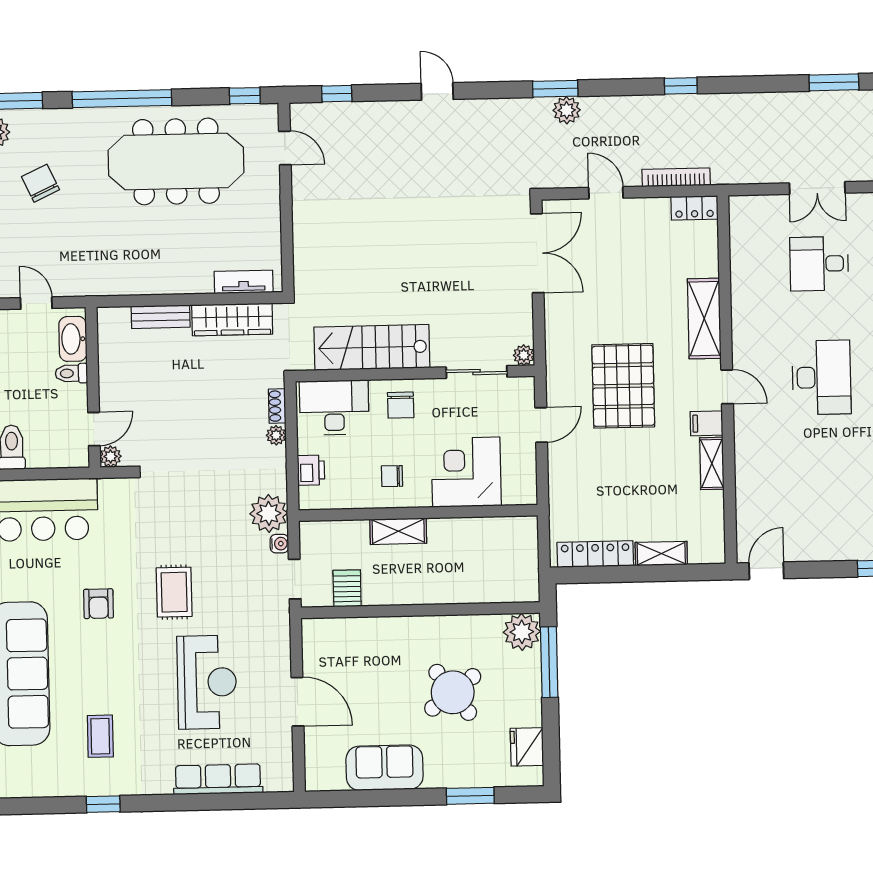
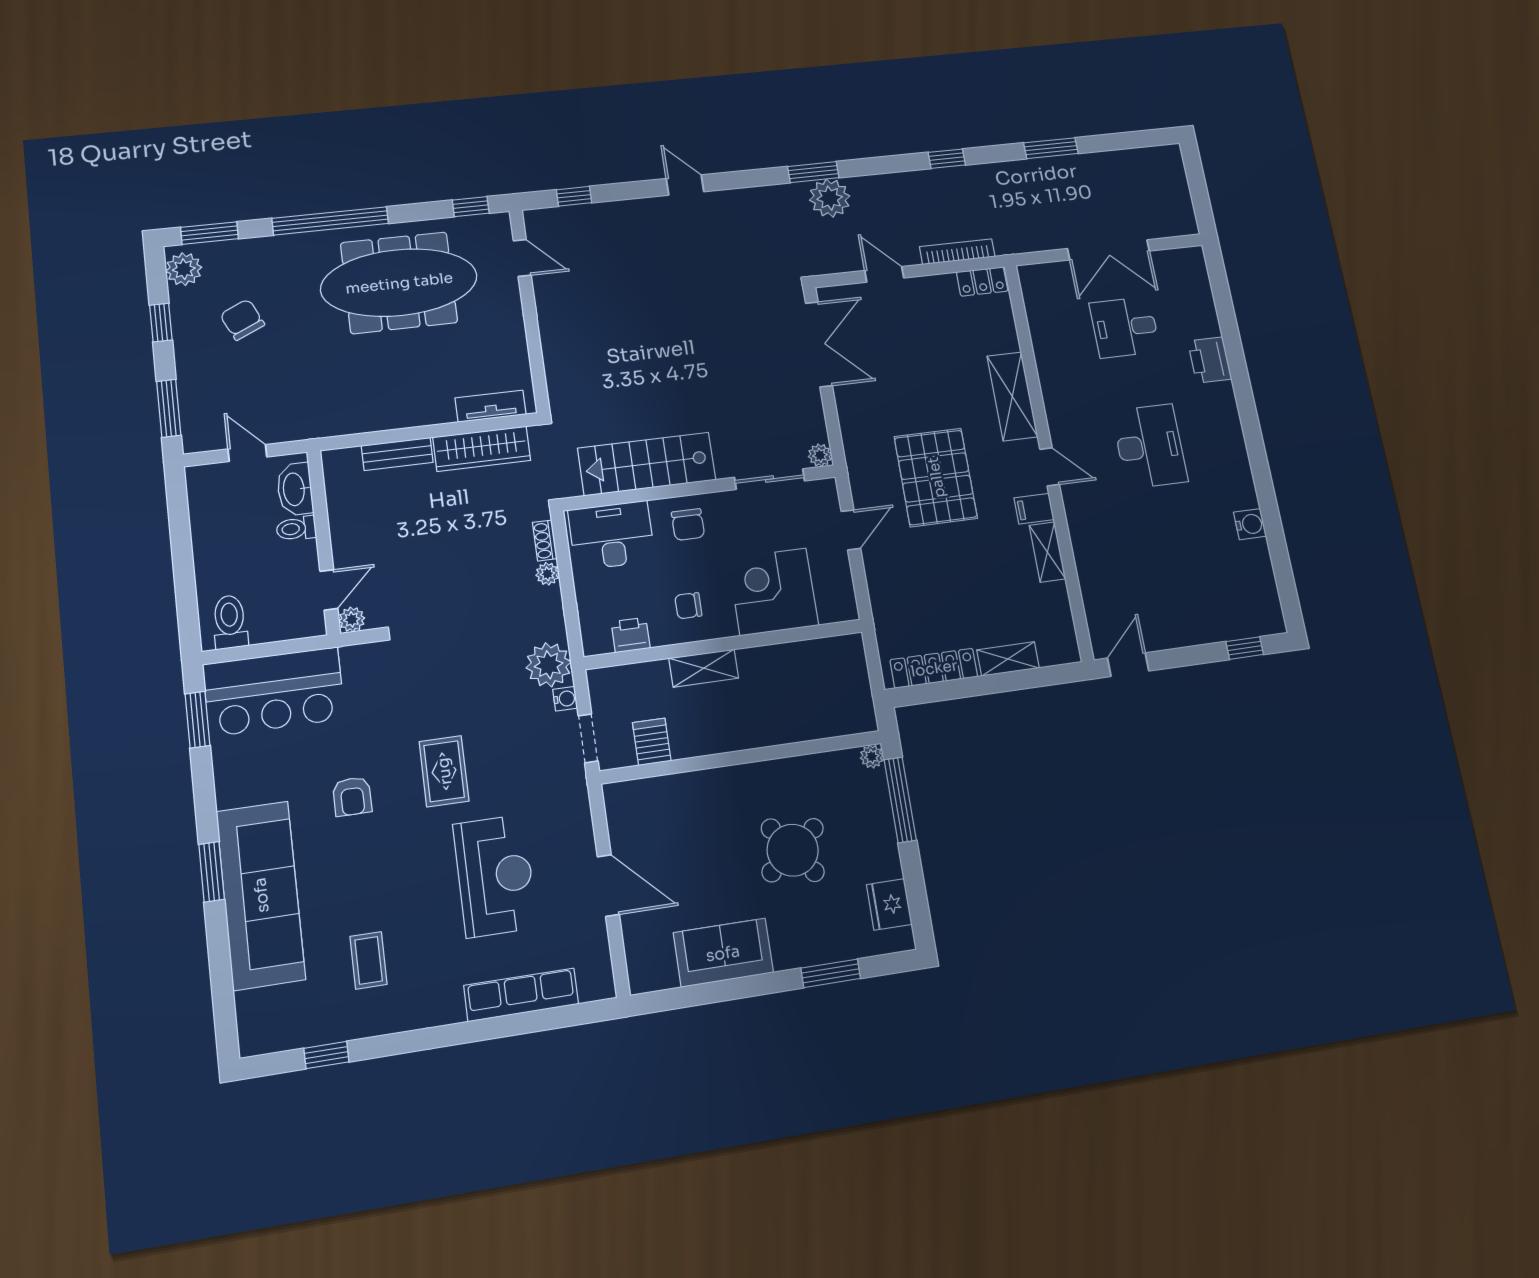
window: (834, 82) -> (1051, 148), moved
plant: (567, 110) -> (830, 198), width x1.36, depth x1.36
double door: (817, 188) -> (1109, 250), width x1.37
printer: (311, 470) -> (631, 635), moved, turned -90
plant: (522, 632) -> (872, 757), width x0.53, depth x0.53
window: (103, 804) -> (326, 1055), moved

